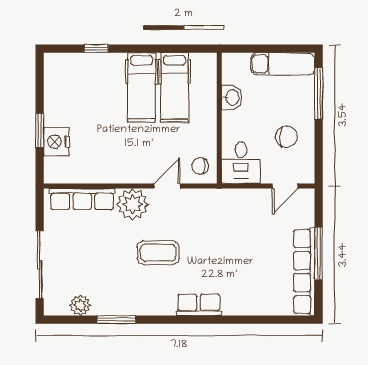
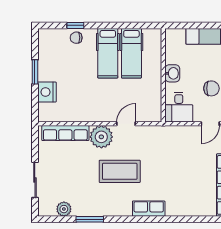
washbasin: (232, 98) -> (172, 73), moved
window: (40, 130) -> (35, 72), moved
chair: (200, 166) -> (76, 38), moved
coffee table: (158, 253) -> (120, 171), width x1.36, depth x1.32
sliding door: (40, 265) -> (35, 180), width x0.73

